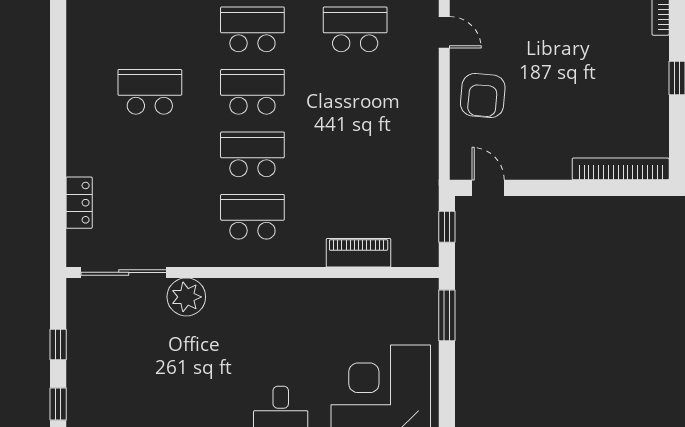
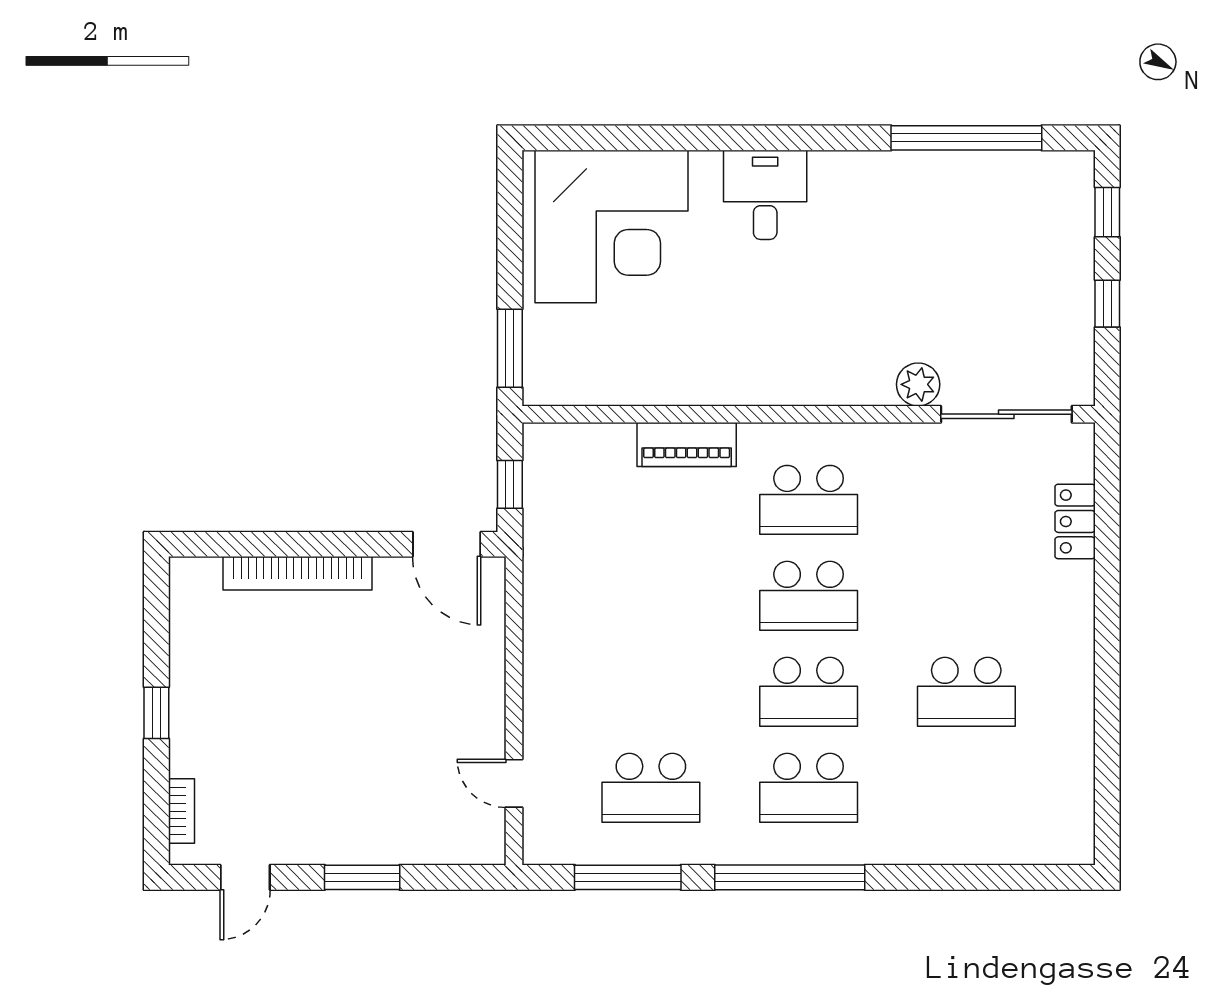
armchair: (483, 96) -> (455, 686), removed
bookcase: (621, 169) -> (297, 573), moved
door: (488, 188) -> (447, 544), width x1.38
piano: (359, 253) -> (687, 444), moved
plant: (186, 297) -> (918, 384), width x0.73, depth x0.73

